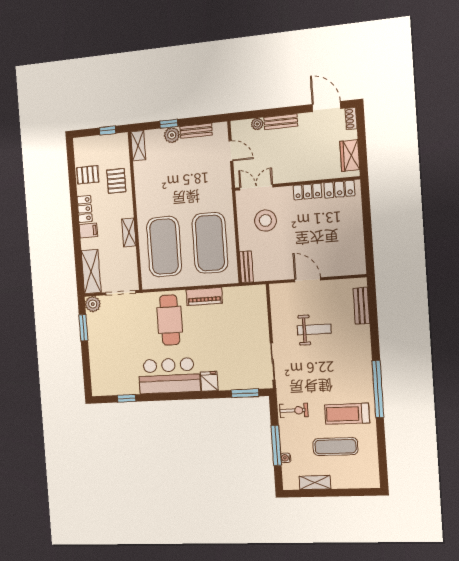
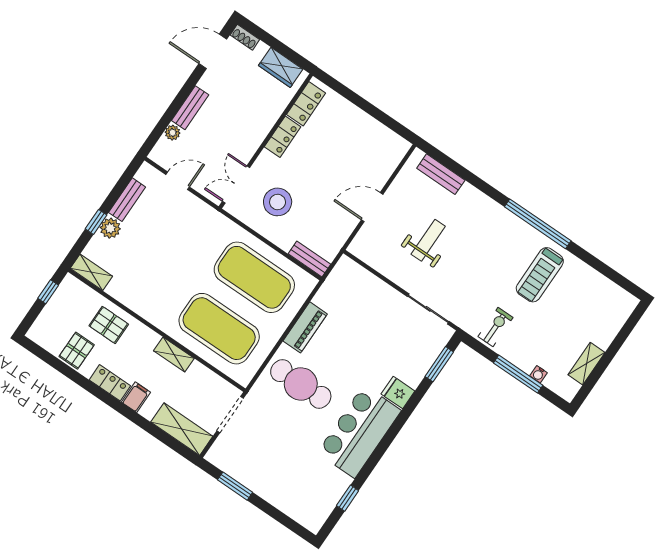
plant: (93, 304) -> (218, 455), removed
exercise mat: (335, 447) -> (565, 313), removed

